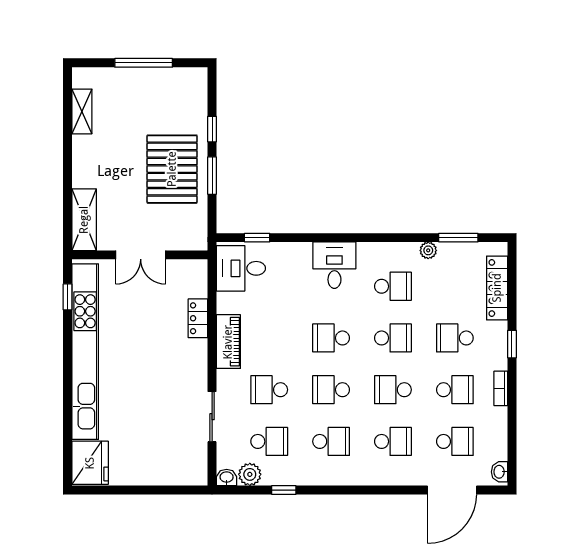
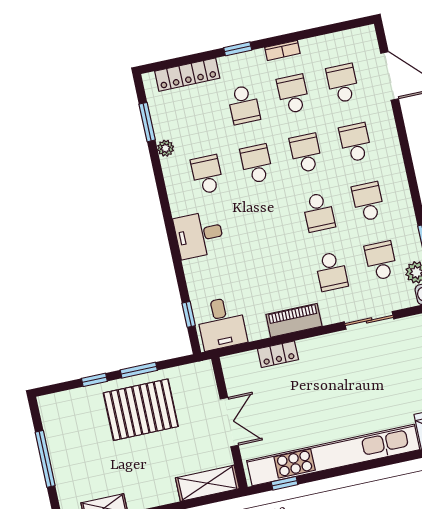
school desk: (331, 338) -> (269, 223), removed
school desk: (393, 390) -> (306, 153), turned 180
washbasin: (500, 472) -> (362, 34), removed

